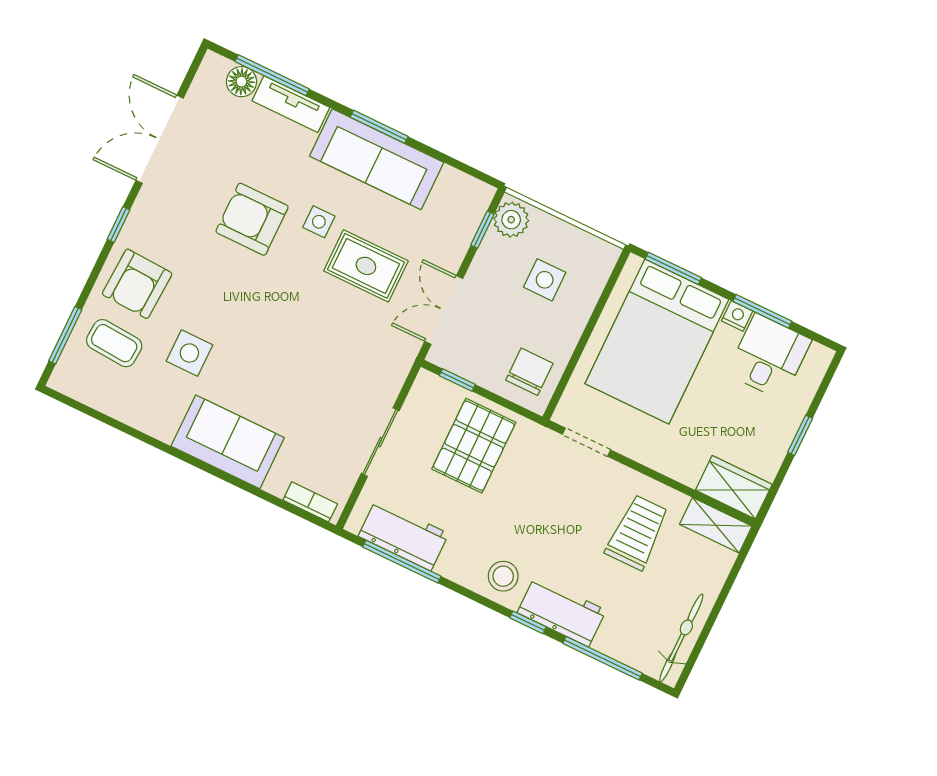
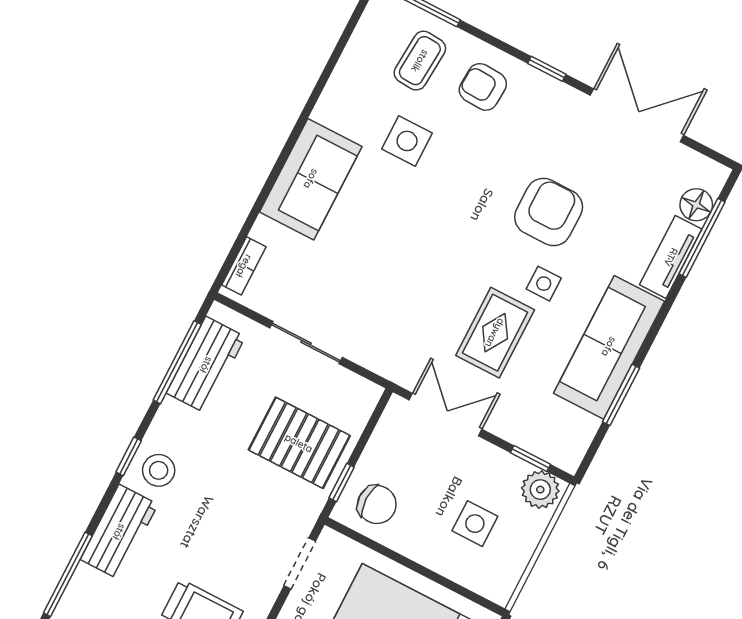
window: (379, 127) -> (621, 395), moved
armchair: (137, 284) -> (483, 87), width x0.72, depth x0.72
window: (457, 380) -> (342, 482), moved
window: (528, 622) -> (129, 456), moved

